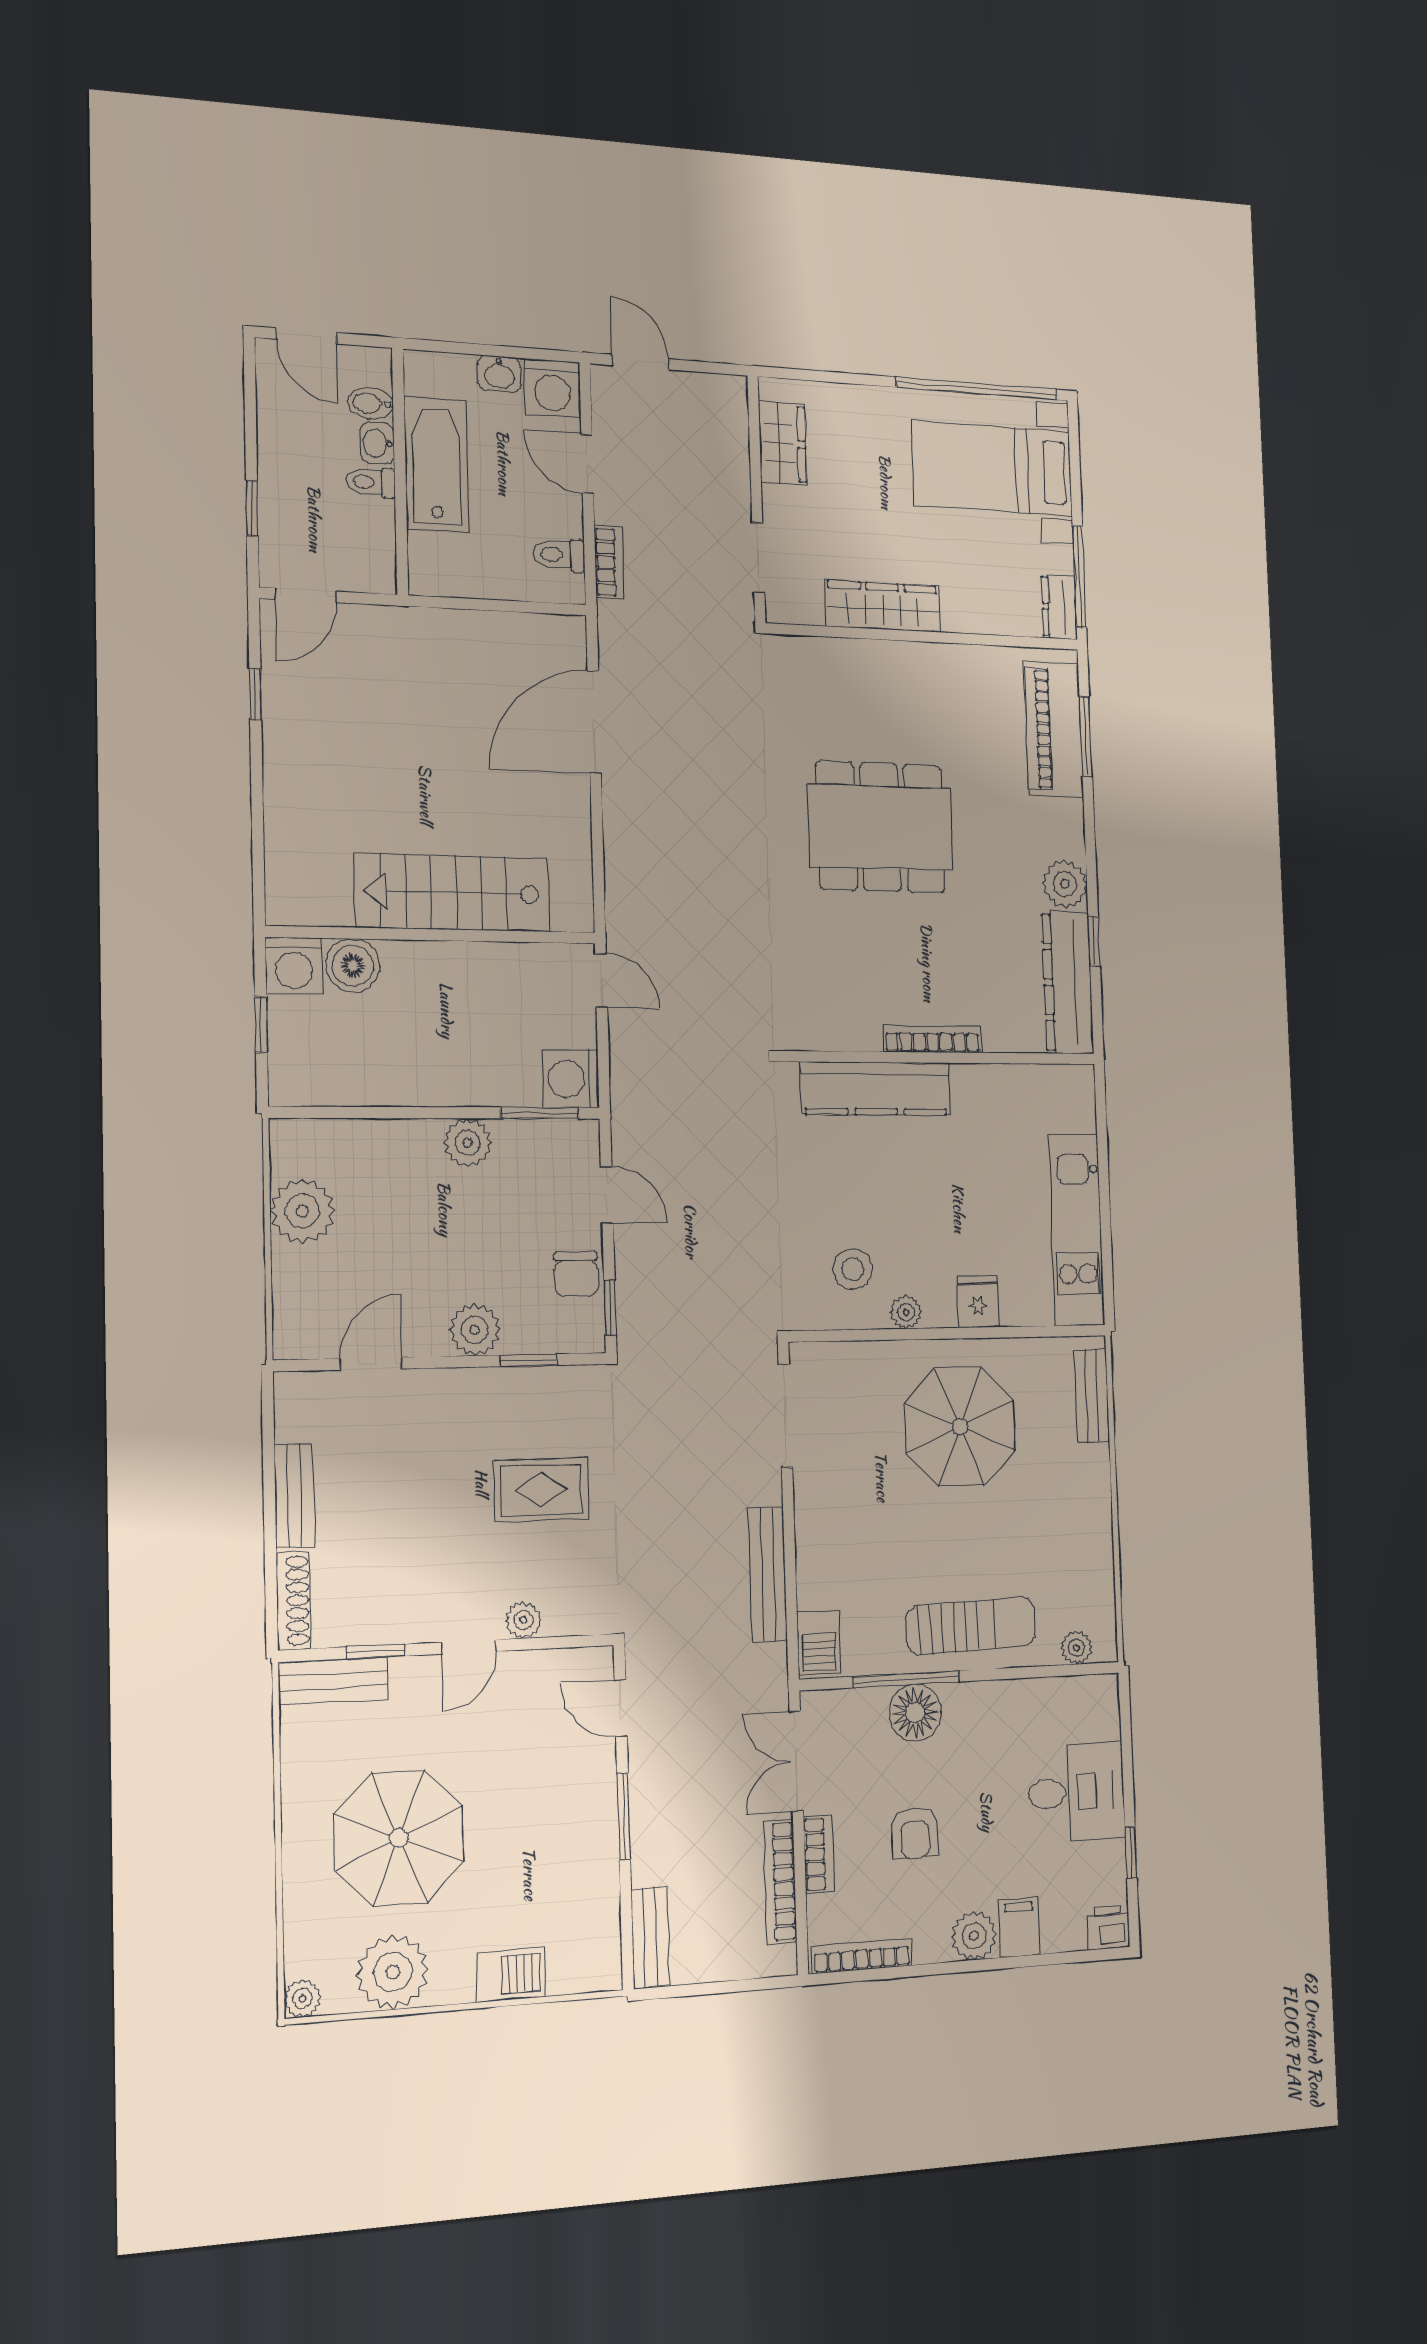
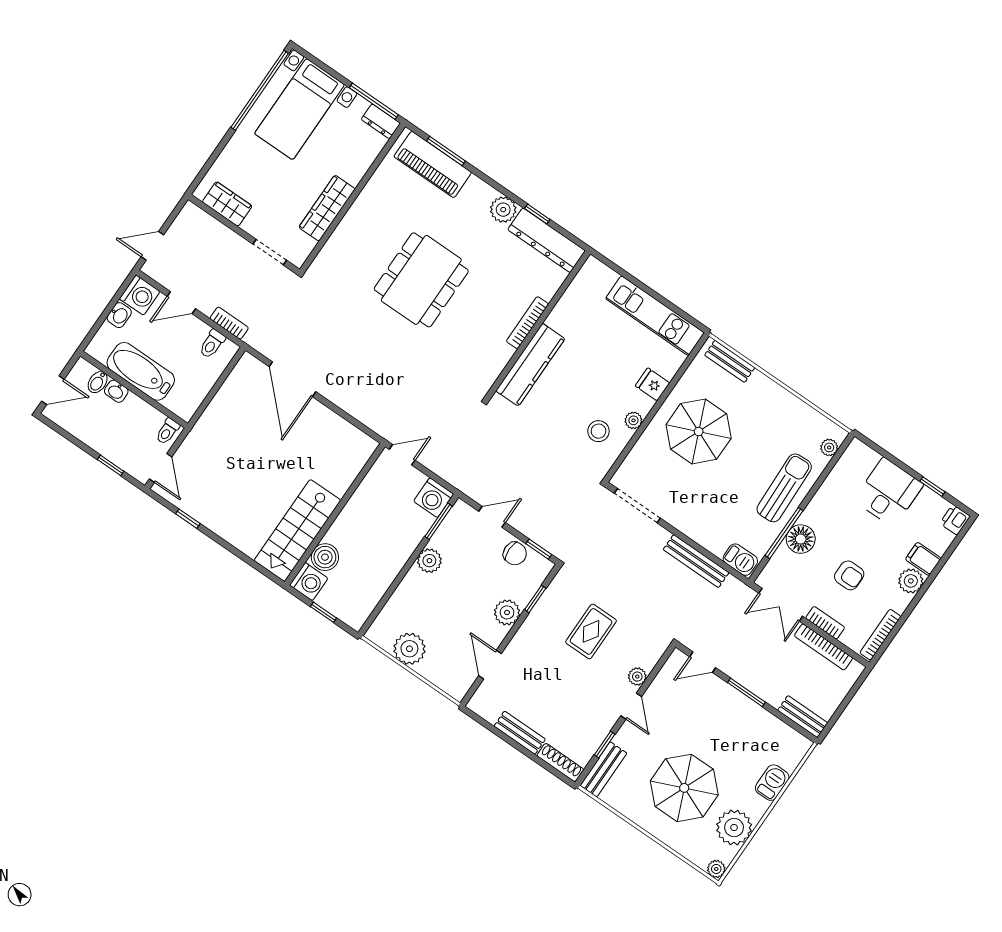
toilet: (371, 482) -> (167, 431), moved
stairs: (453, 893) -> (297, 530), moved

